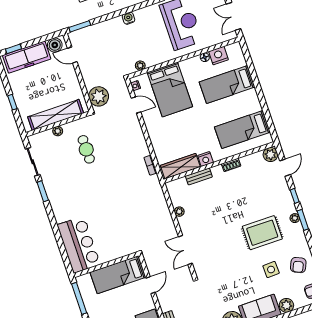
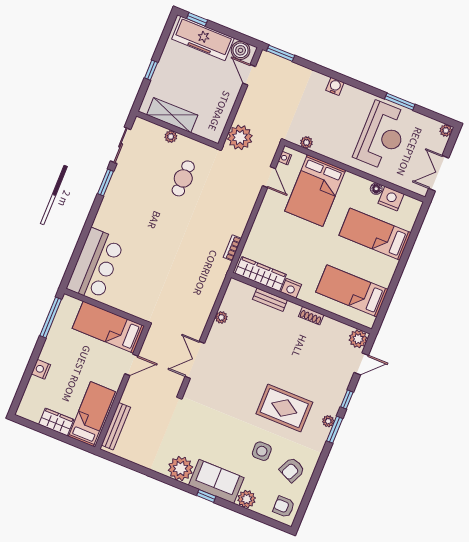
shelving: (56, 115) -> (172, 115), width x0.68

